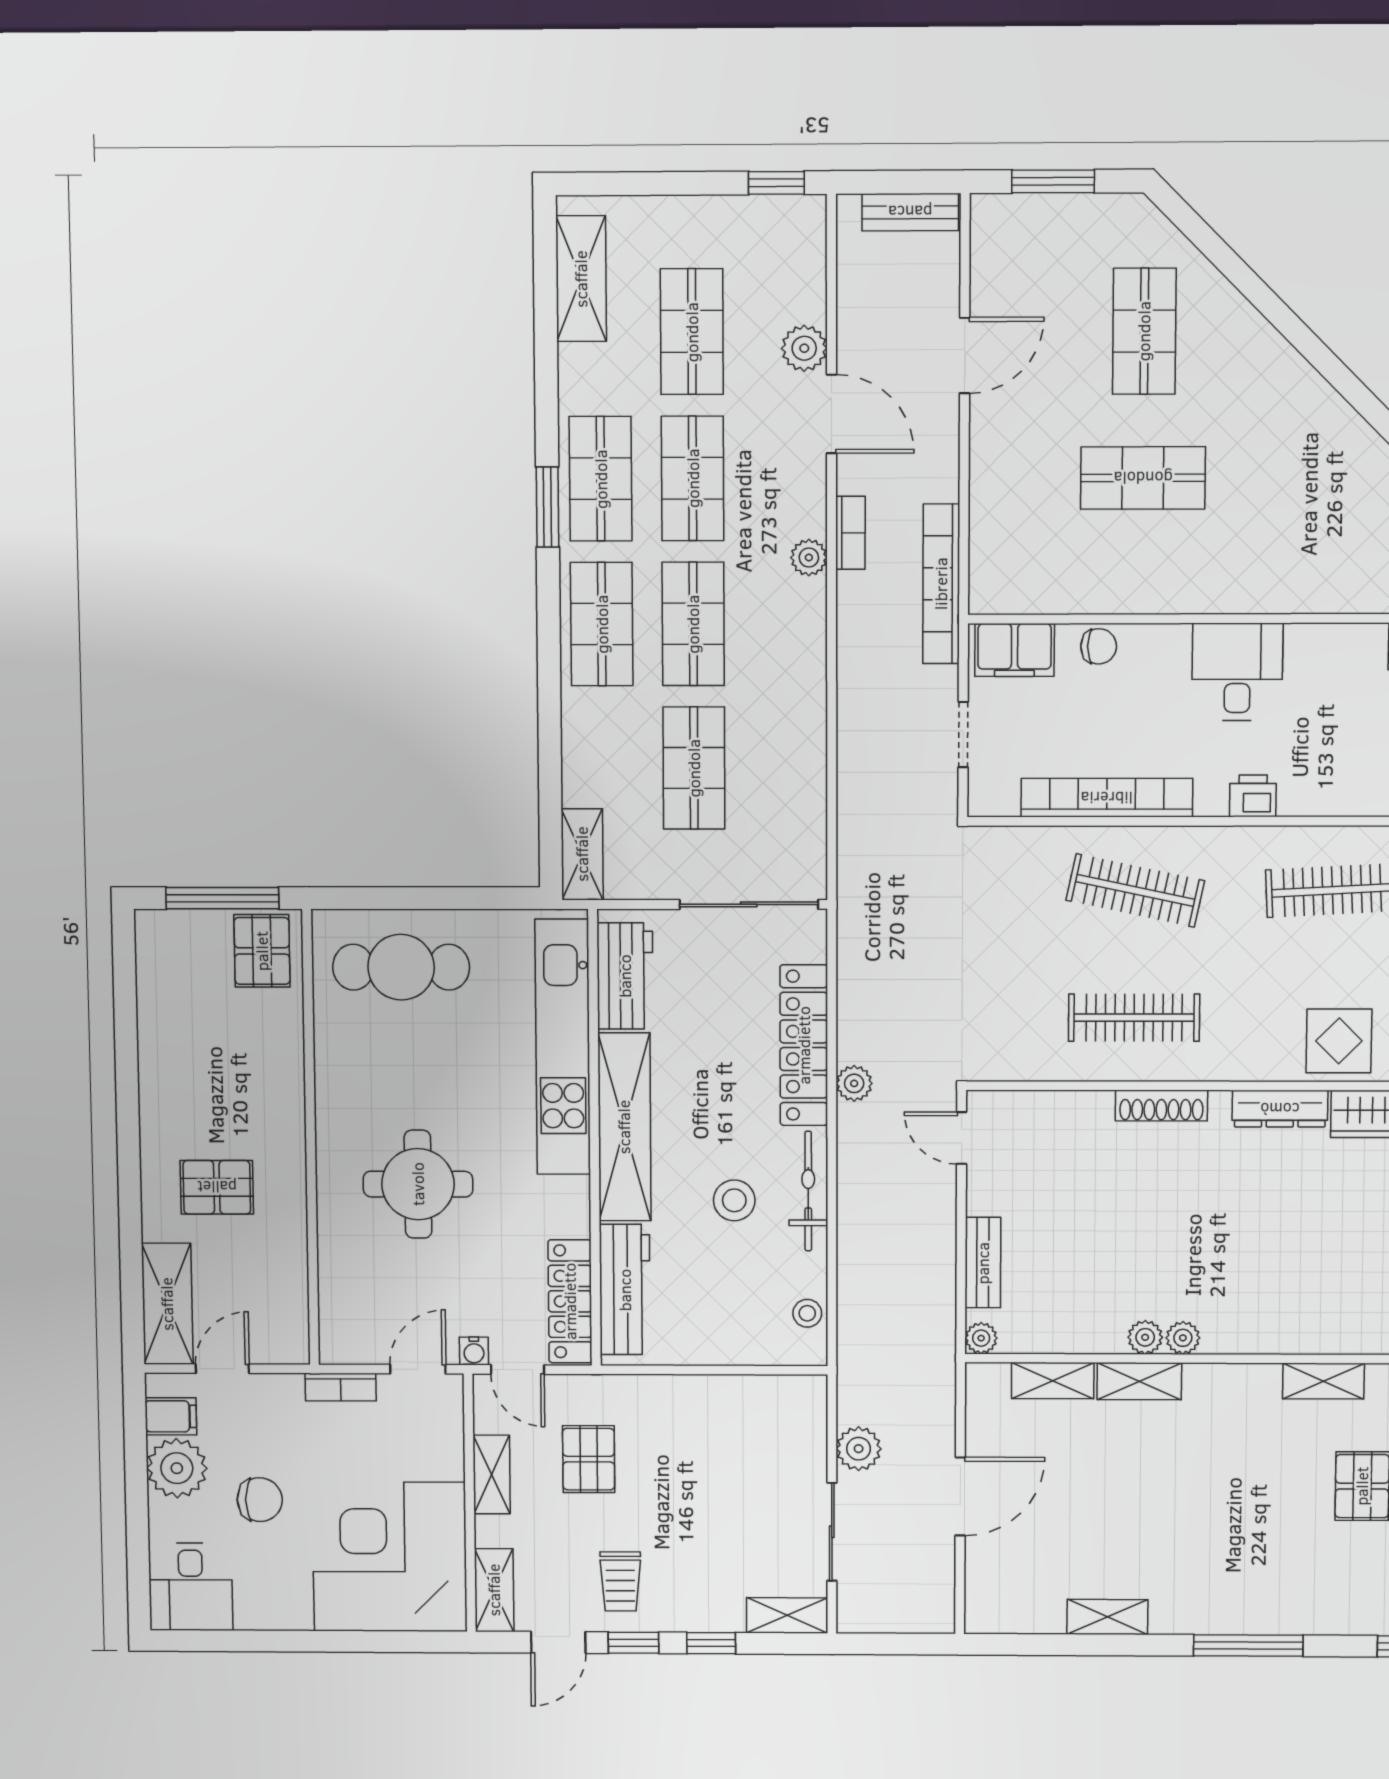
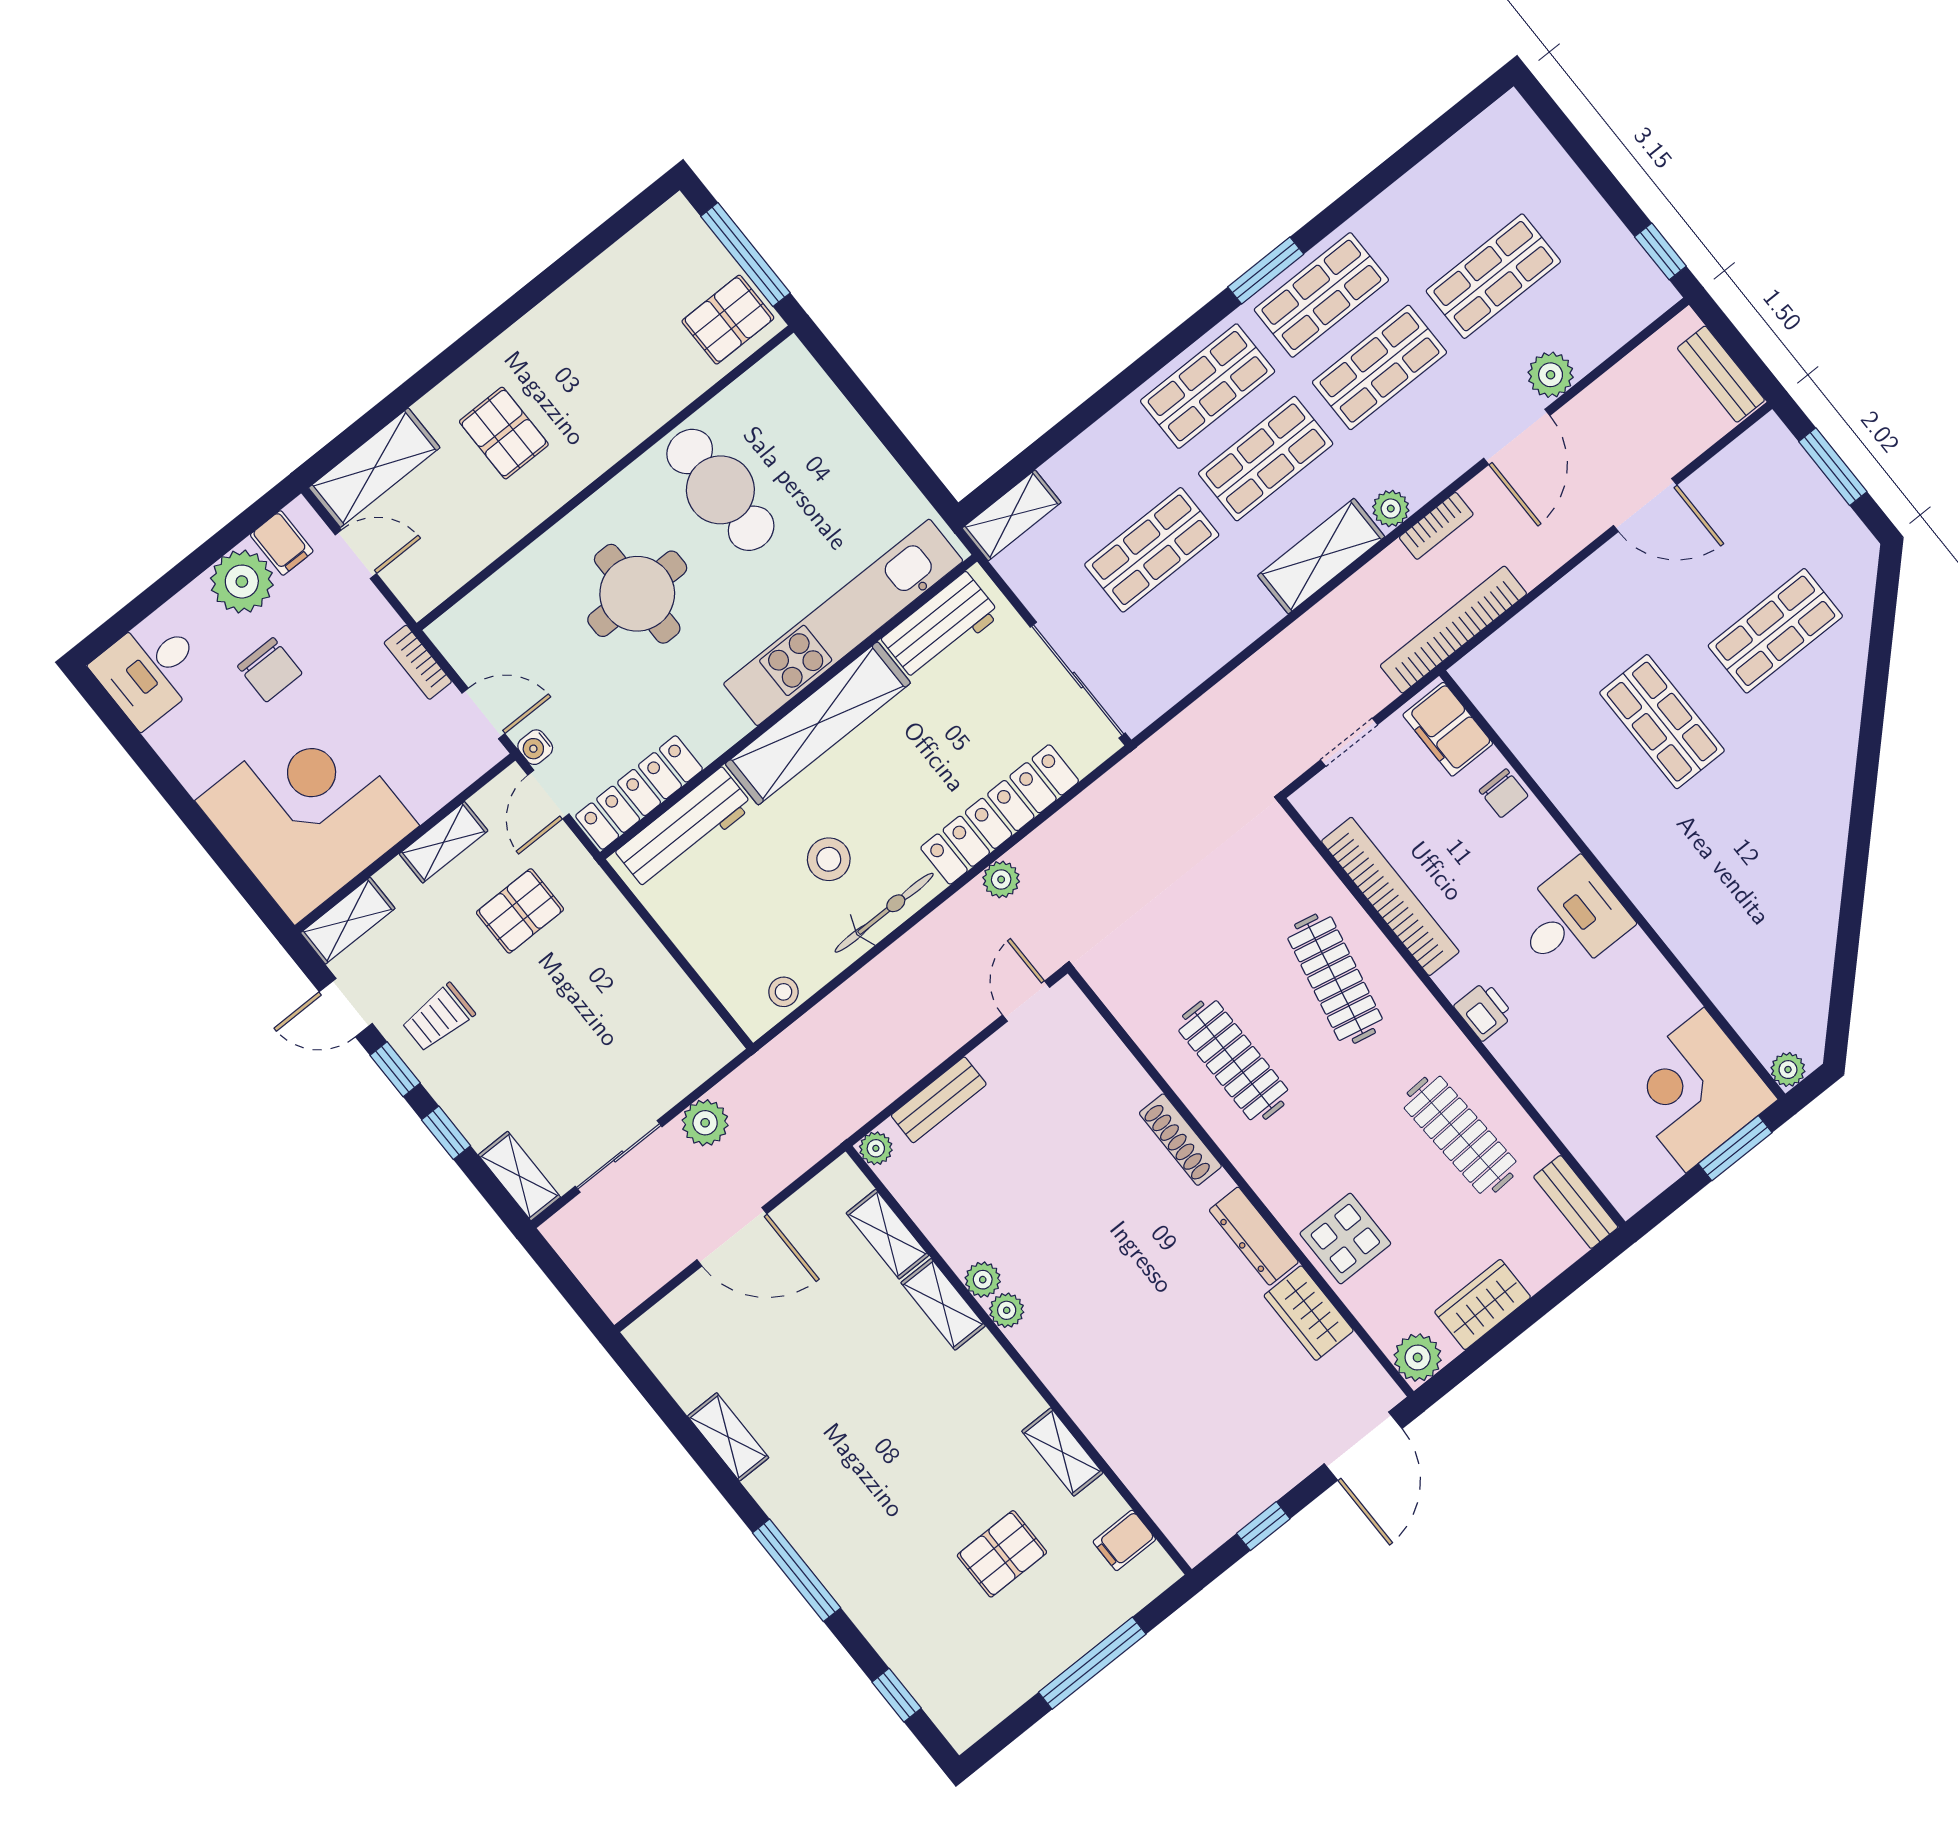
shelving: (581, 279) -> (1321, 556), moved
cafe table: (401, 967) -> (720, 490), moved

